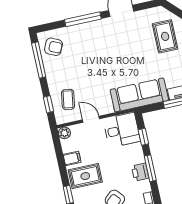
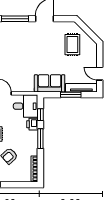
sofa: (139, 95) -> (50, 83), width x0.73
printer: (140, 172) -> (32, 124), moved

